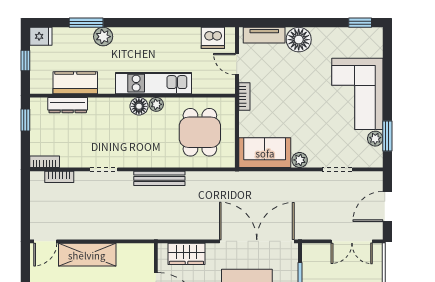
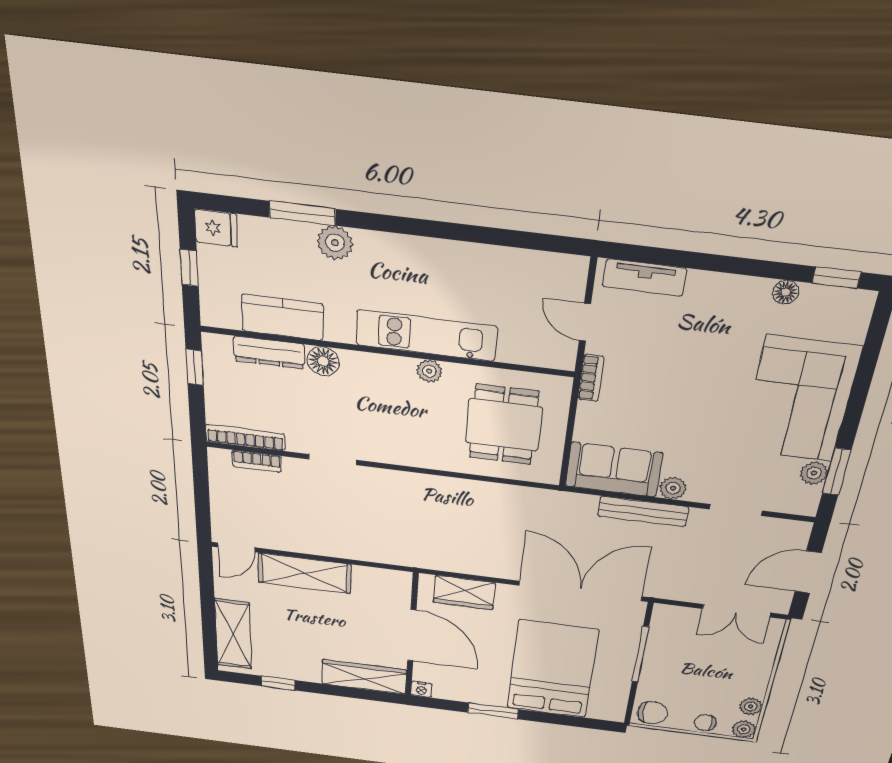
dishwasher: (213, 38) -> (545, 271), removed
floor lamp: (299, 40) -> (786, 292), moved, width x0.53, depth x0.53
floor lamp: (139, 106) -> (323, 361), moved
bookcase: (45, 162) -> (245, 437), width x1.56
bench: (159, 178) -> (643, 511), moved

